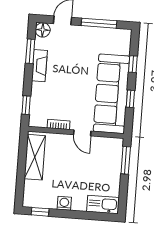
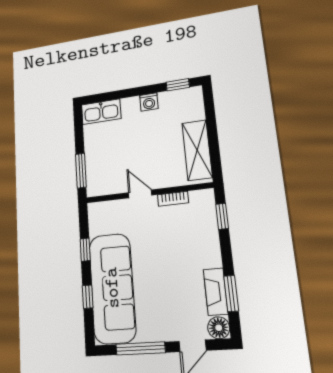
fireplace: (39, 66) -> (216, 292), moved
sofa: (112, 94) -> (112, 288), moved

